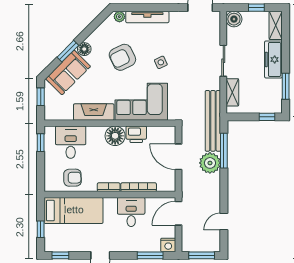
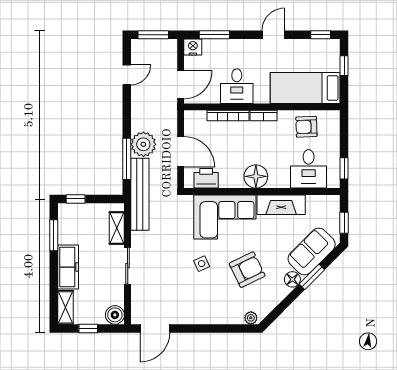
tv unit: (147, 17) -> (218, 317), removed
printer: (136, 134) -> (206, 178), moved

